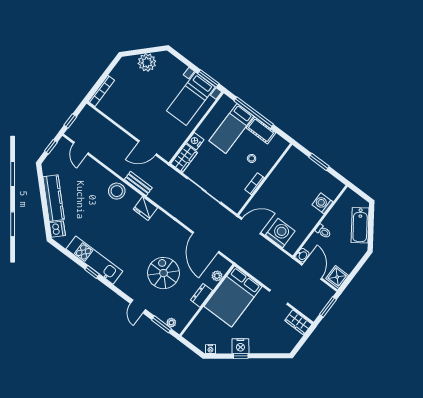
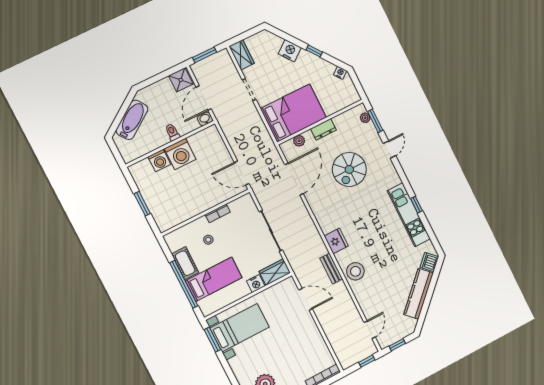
washing machine: (280, 233) -> (180, 154), moved, turned -90
nightstand: (240, 346) -> (290, 51), moved

